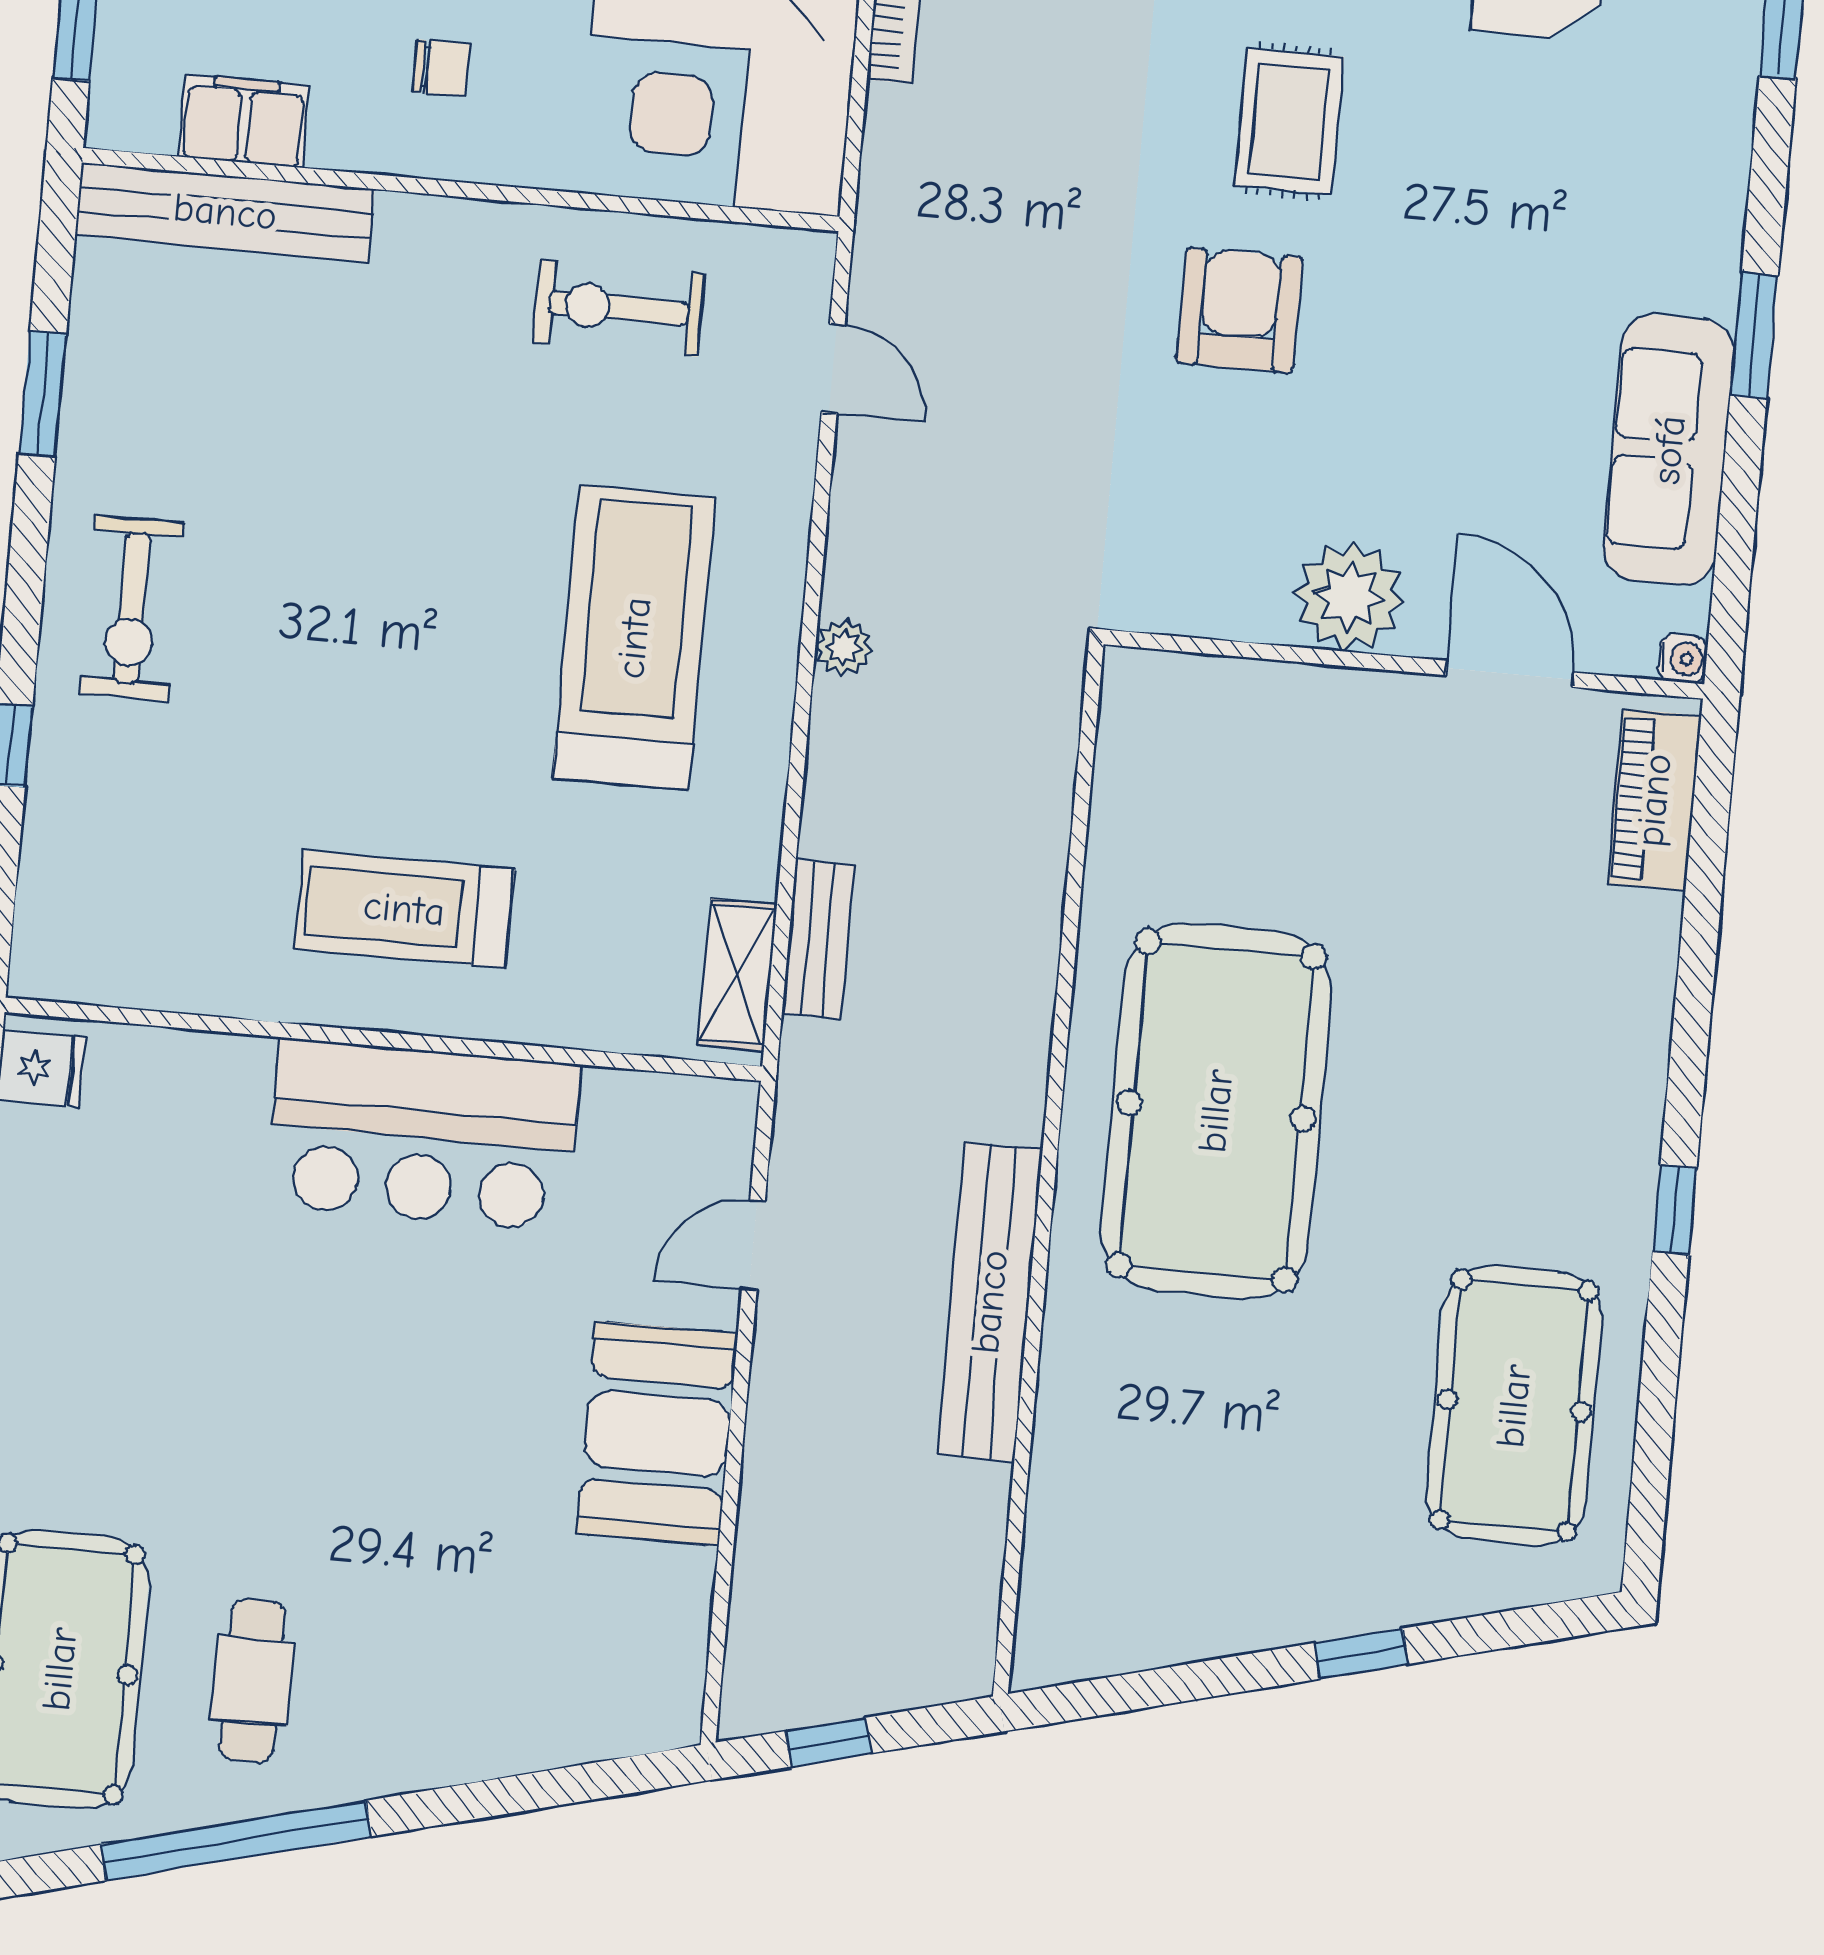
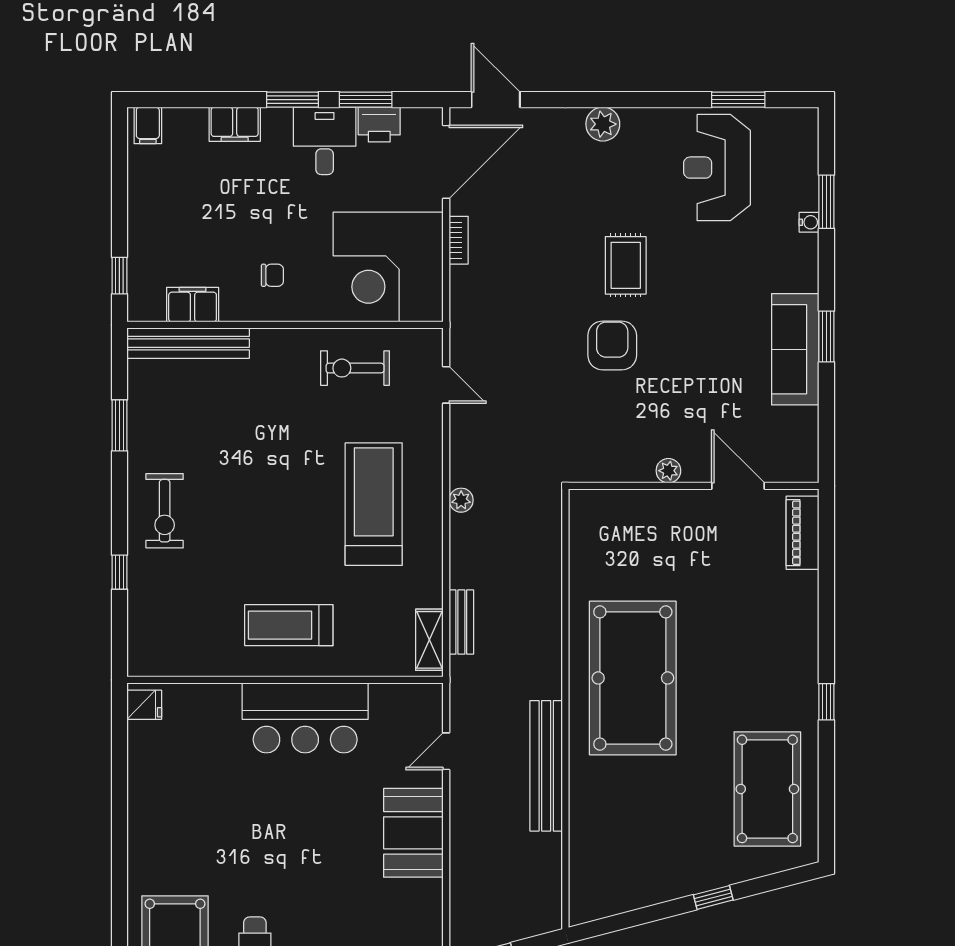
sofa: (1669, 450) -> (795, 349), moved
plant: (1349, 596) -> (668, 471), width x0.53, depth x0.53
water cooler: (1683, 659) -> (809, 222), moved

